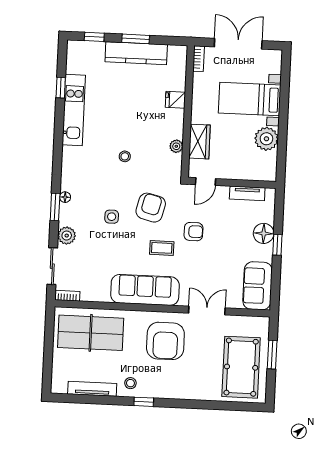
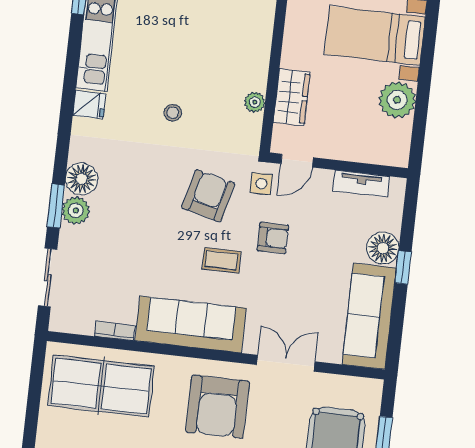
fridge: (175, 100) -> (89, 105), moved, turned 180
floor lamp: (65, 197) -> (81, 179), width x1.89, depth x1.89
window: (55, 207) -> (56, 206), moved
side table: (112, 217) -> (261, 184), moved
plant: (67, 236) -> (76, 210), moved
sofa: (258, 286) -> (369, 316), width x1.36
bookcase: (67, 296) -> (115, 331), moved

